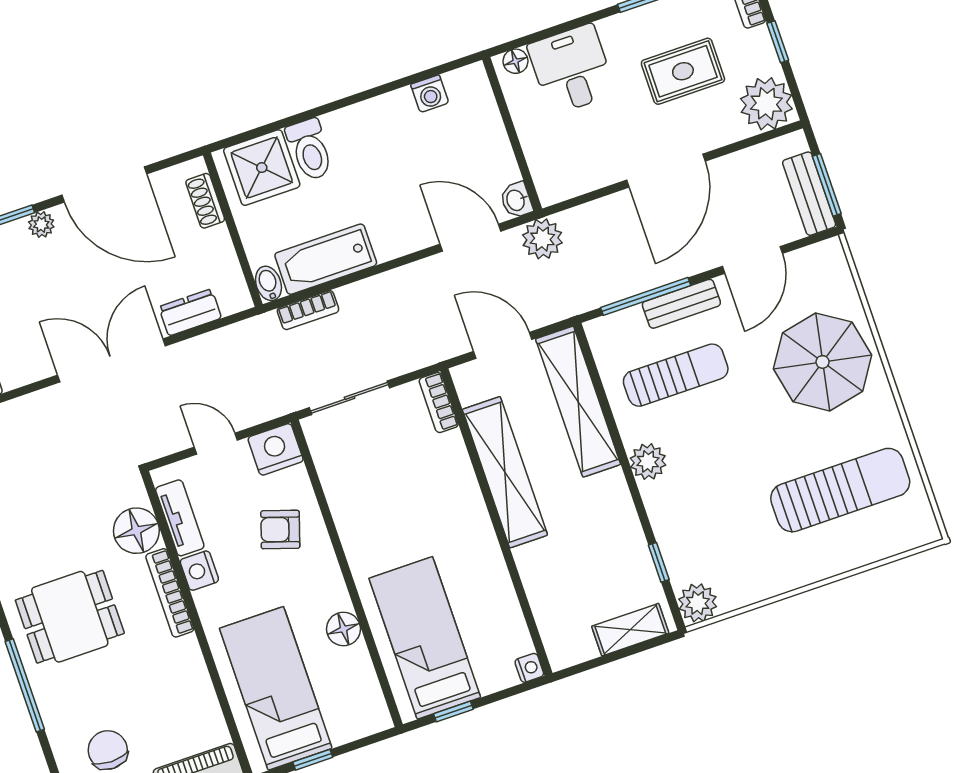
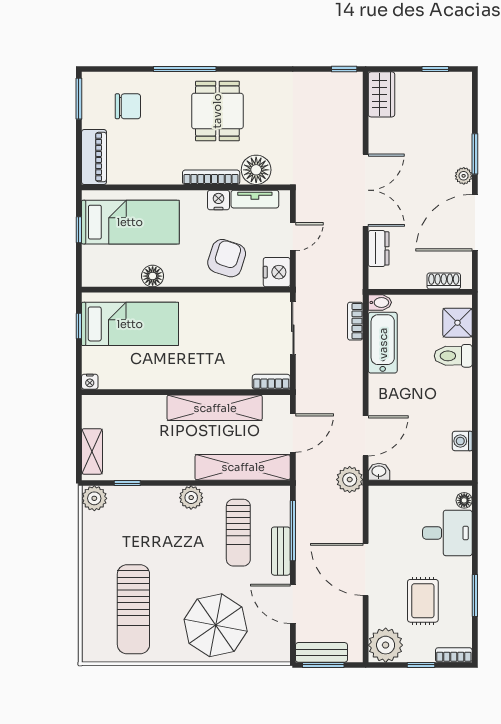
shower: (262, 168) -> (457, 323), width x0.73, depth x0.73
armchair: (280, 530) -> (227, 258), width x1.38, depth x1.38

